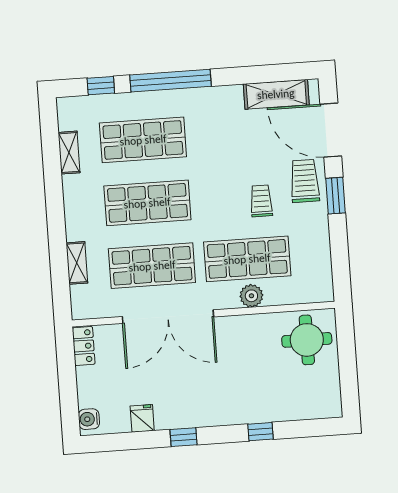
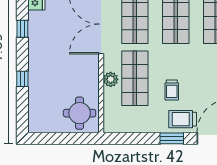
trolley: (305, 181) -> (183, 119), turned 180
trolley: (261, 201) -> (172, 90), turned 90

